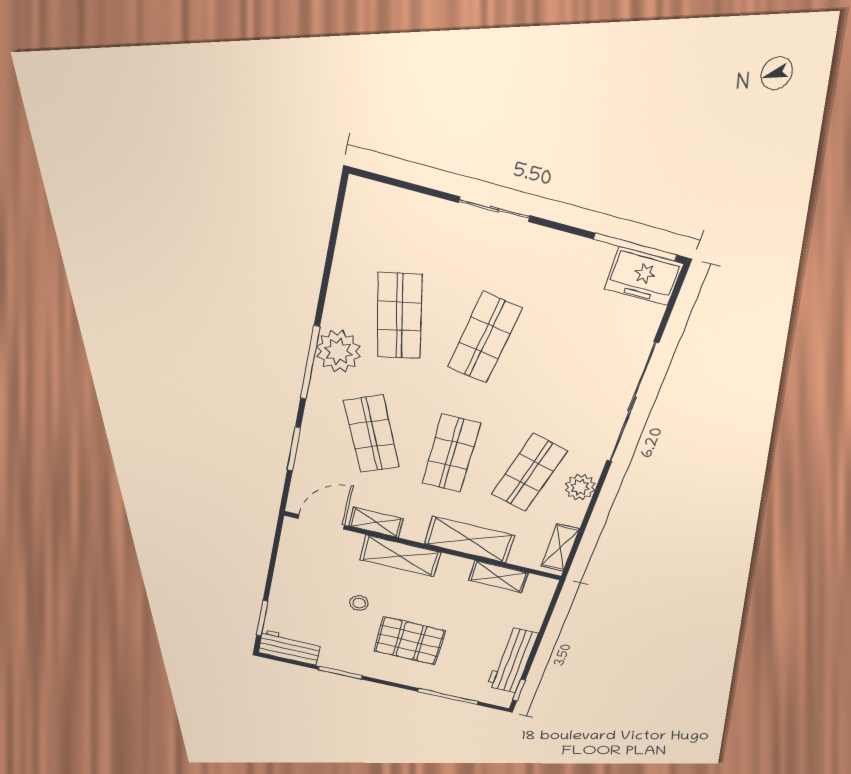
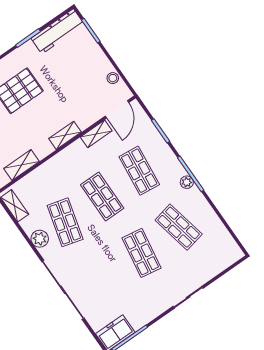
plant: (338, 351) -> (187, 182), width x0.53, depth x0.53
shop shelf: (372, 434) -> (139, 171), turned 30
shelving: (469, 540) -> (53, 168), removed
shelving: (400, 556) -> (65, 135), width x0.67, depth x0.75
stool: (359, 603) -> (113, 78), moved
workbench: (289, 648) -> (58, 31), width x1.38

